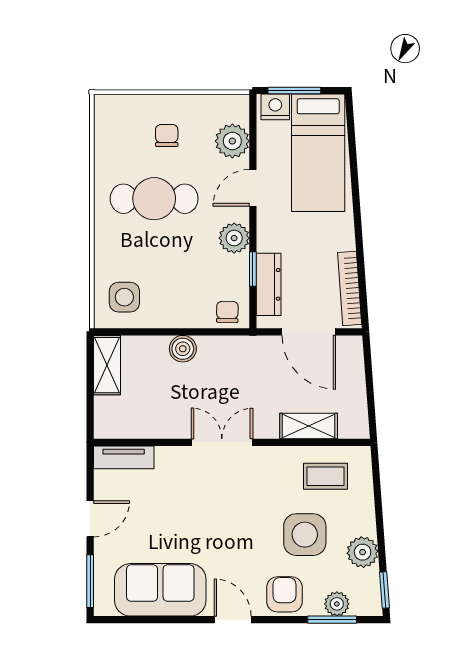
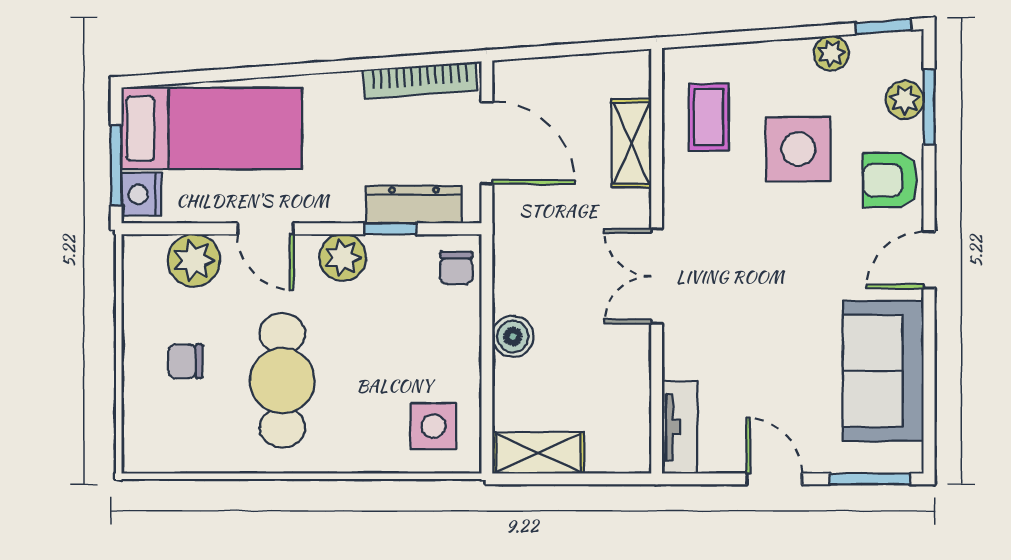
chair: (227, 312) -> (456, 268), turned -91
door: (309, 332) -> (487, 143), hinge flipped
plant: (363, 552) -> (831, 53), width x0.73, depth x0.73

